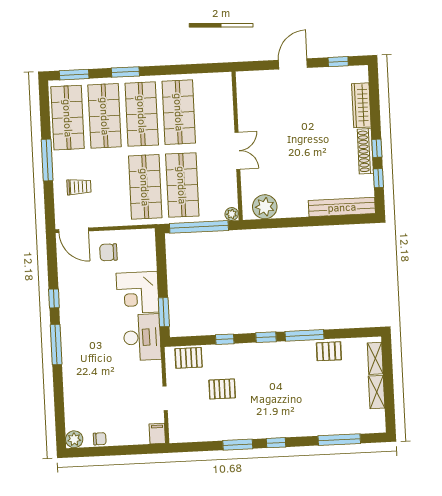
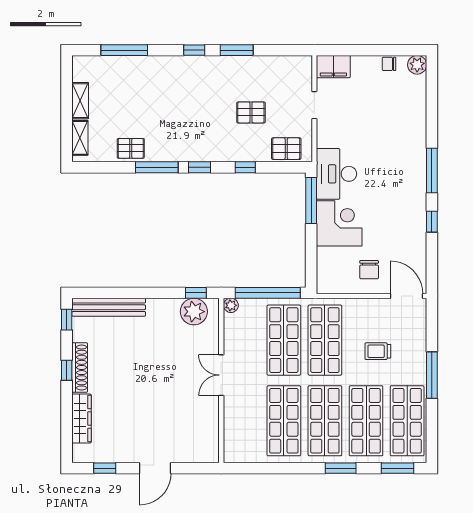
window: (378, 178) -> (67, 320), moved
trolley: (79, 187) -> (378, 351), moved
window: (264, 224) -> (196, 293), added
chair: (108, 252) -> (369, 270), turned 90
window: (164, 312) -> (311, 200), width x1.44
filing cabinet: (157, 434) -> (333, 67), width x2.00

